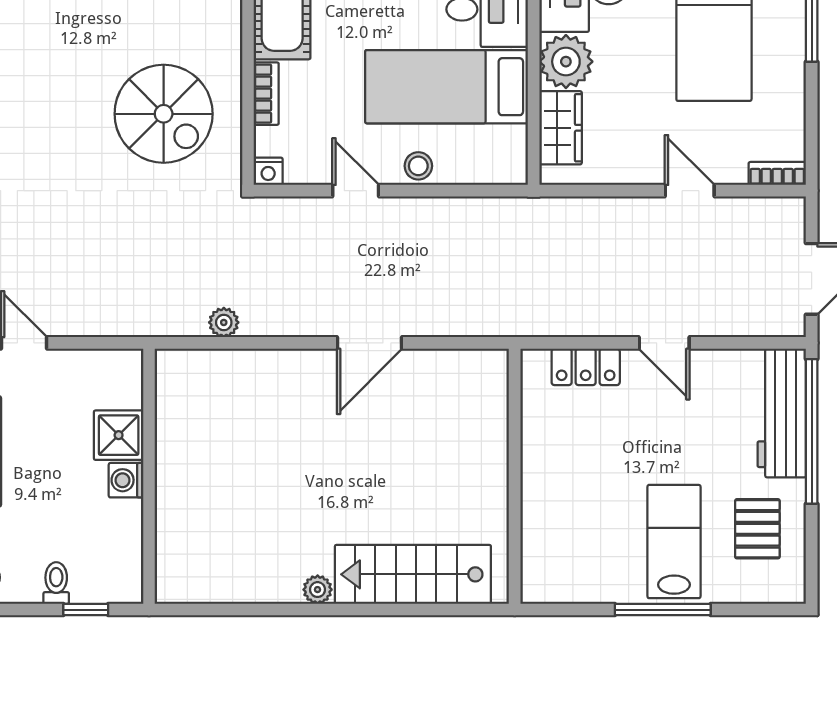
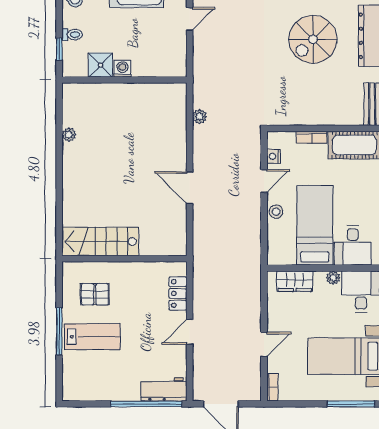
plant: (566, 62) -> (333, 278), width x0.53, depth x0.53
spiral stairs: (164, 114) -> (313, 39), moved
nightstand: (268, 171) -> (273, 156), moved
workbench: (782, 413) -> (164, 389), width x0.73
shower: (119, 435) -> (100, 65), moved
pallet: (757, 529) -> (95, 294), moved
stairs: (413, 574) -> (100, 242), moved, turned -90
plant: (318, 590) -> (69, 135), moved

